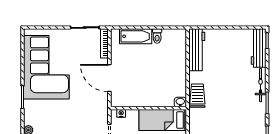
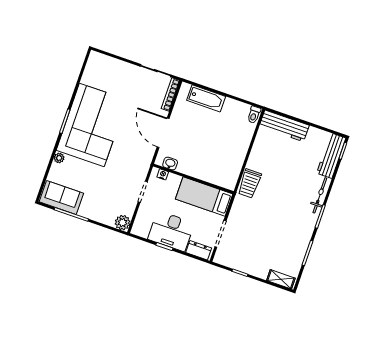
toilet: (157, 36) -> (254, 115), moved
workbench: (197, 50) -> (284, 126), moved, turned 90
corner sofa: (46, 67) -> (92, 125), moved
trolley: (197, 96) -> (249, 183), turned 180
washbasin: (180, 102) -> (170, 164), moved

